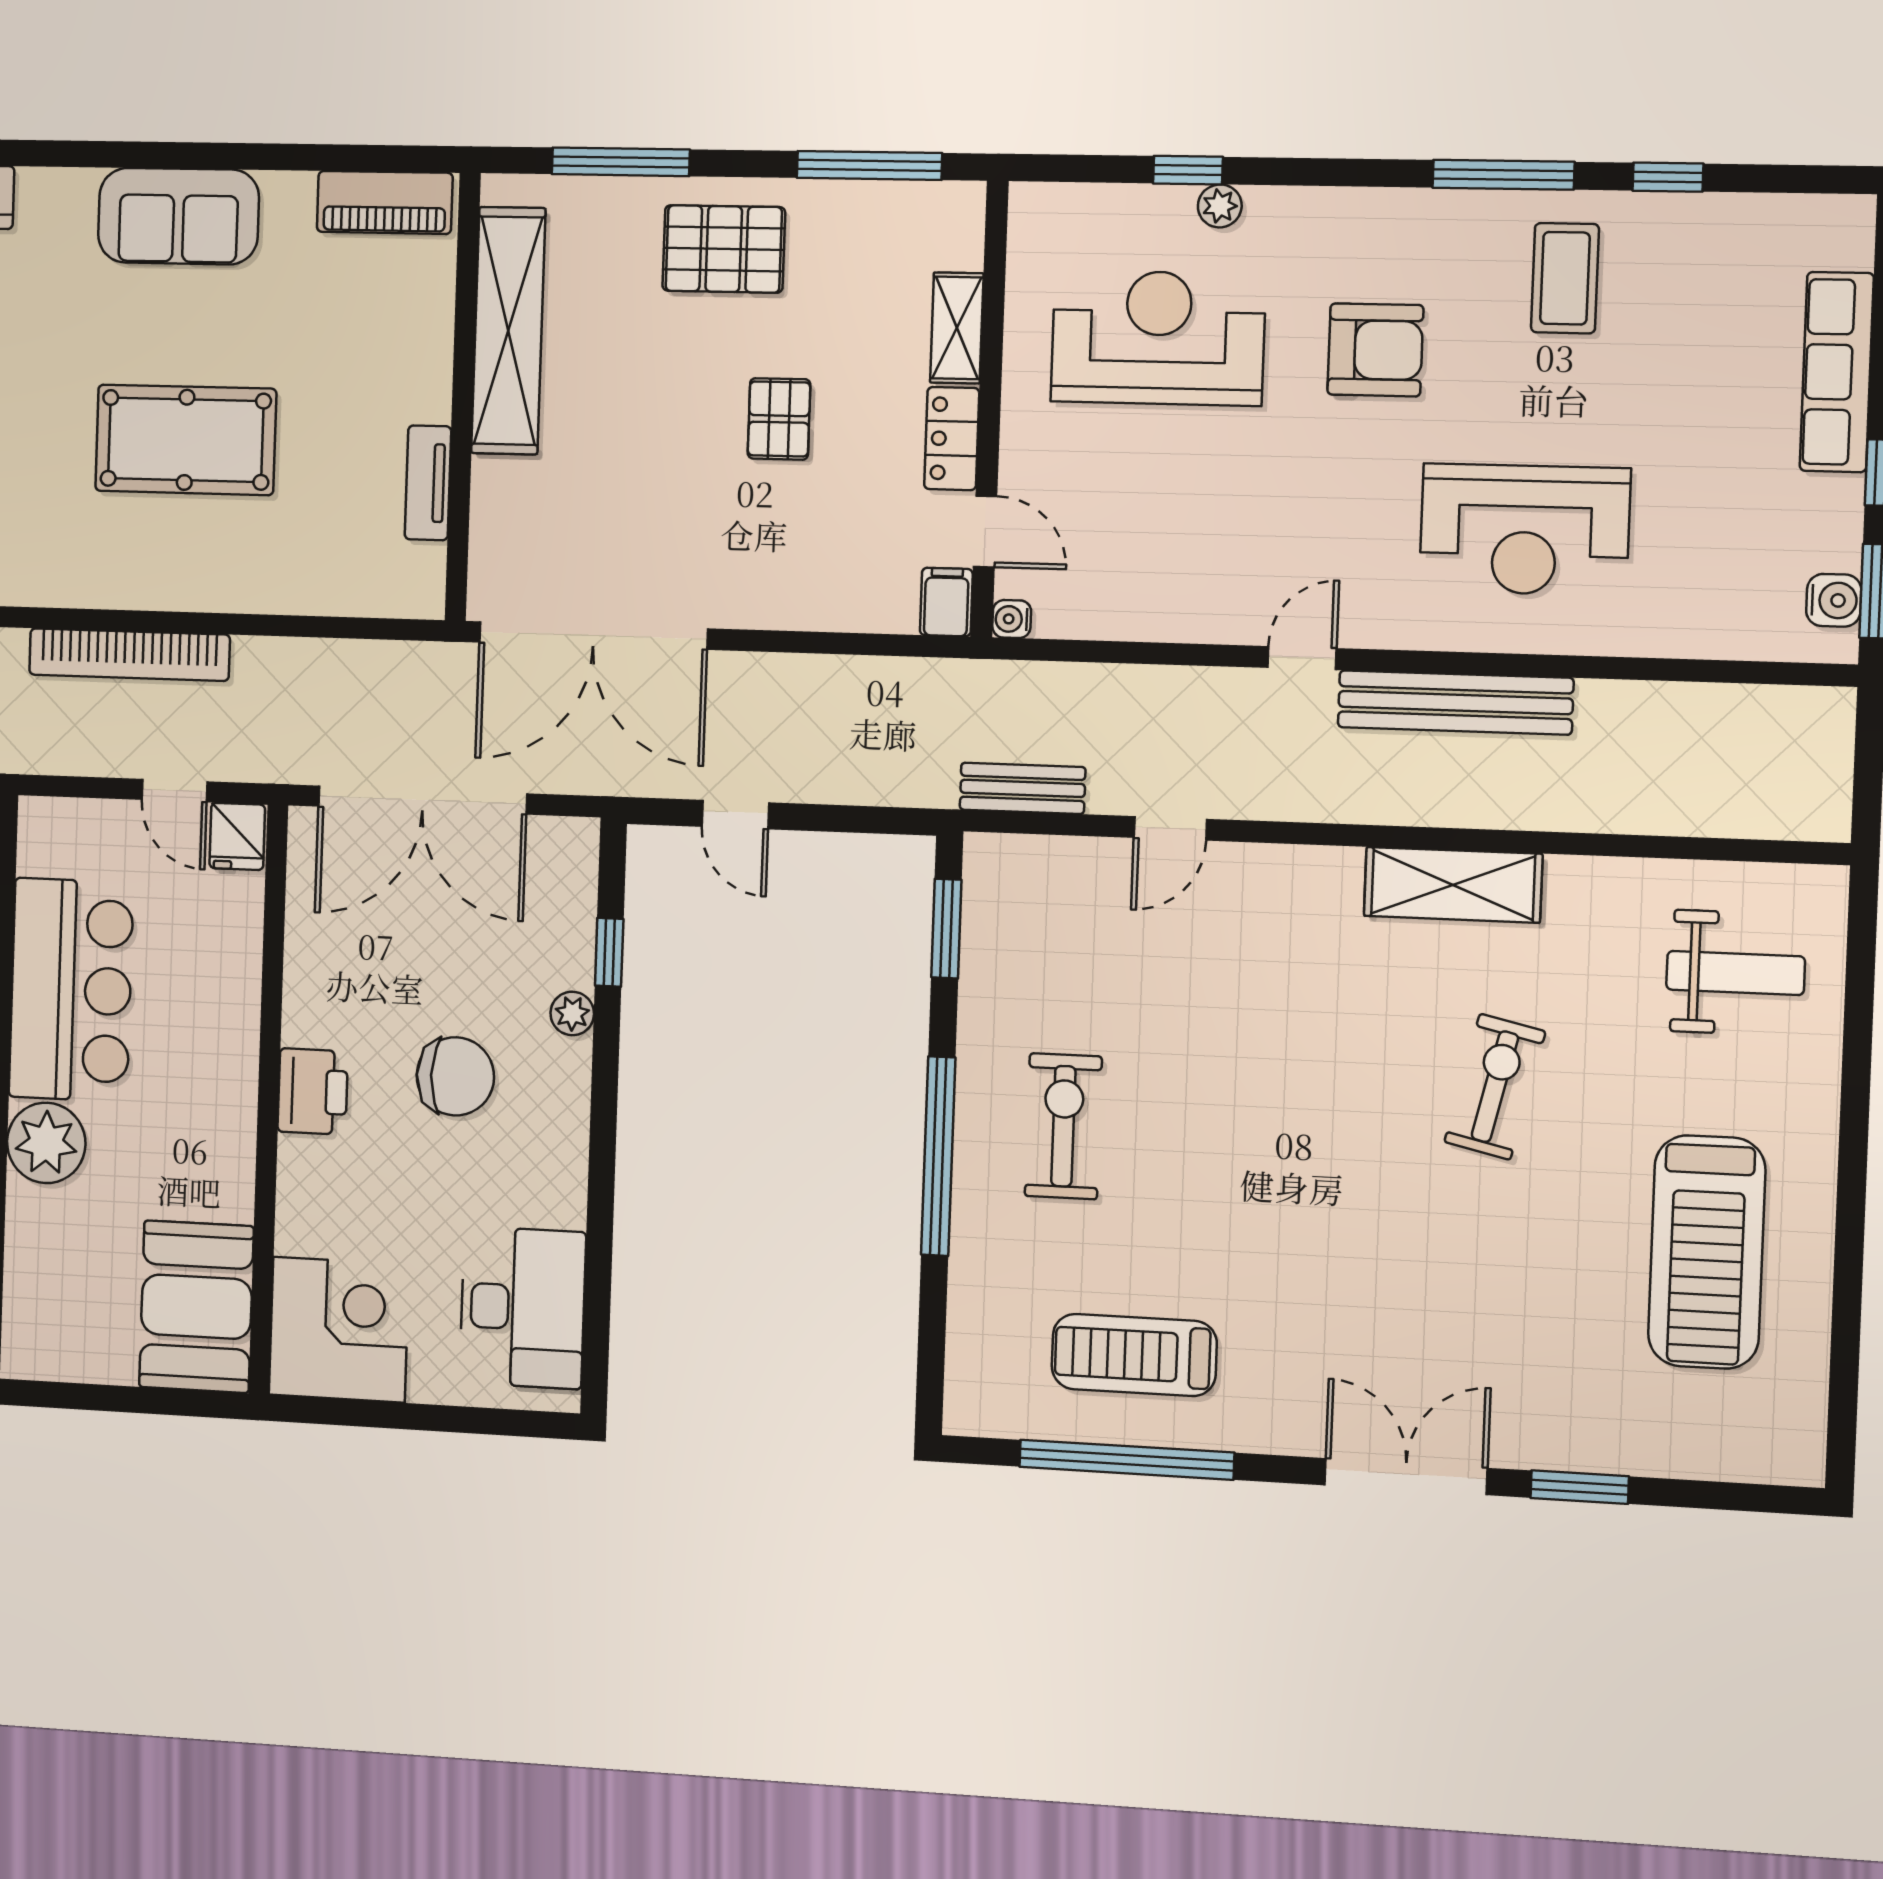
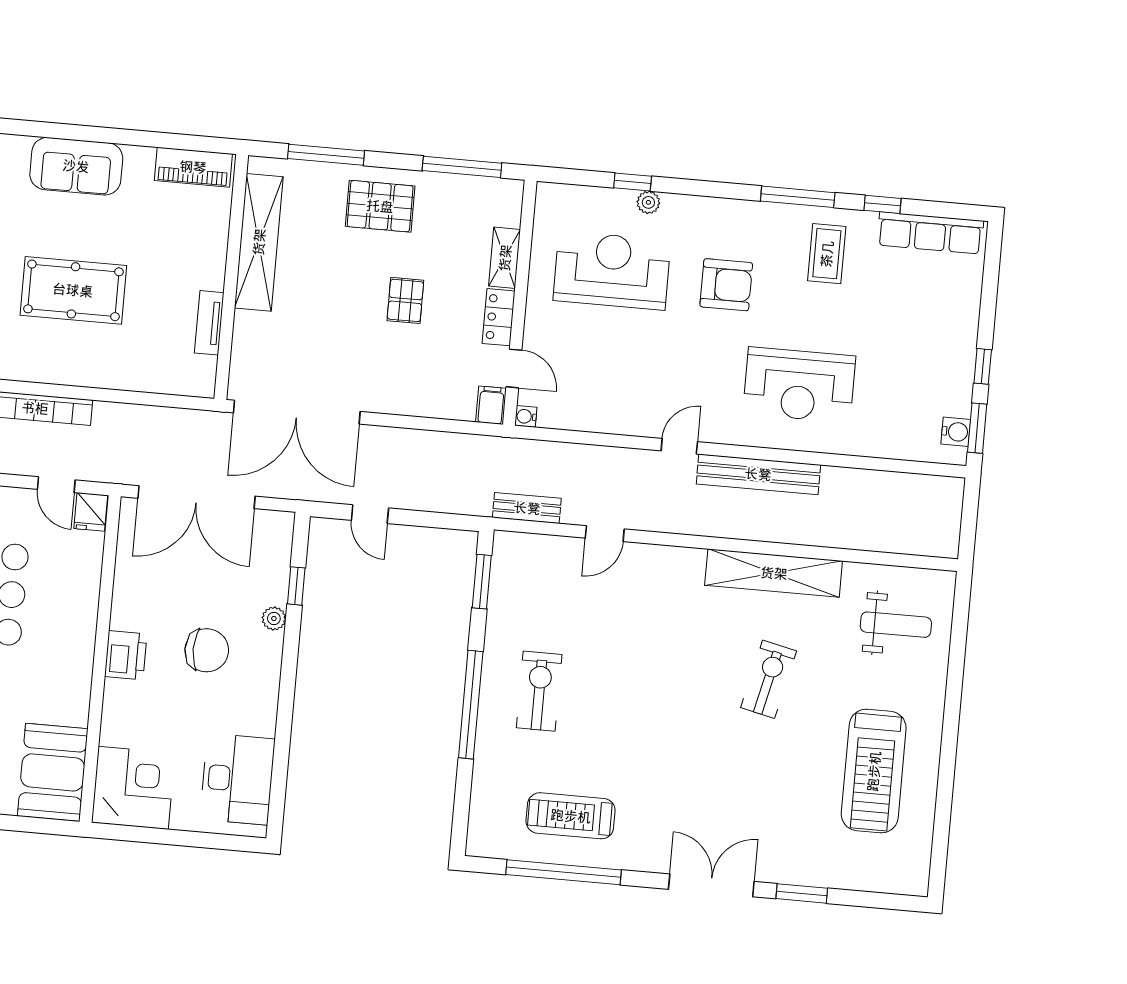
row of seats: (1837, 372) -> (930, 233), moved, turned -90
shelving: (1453, 885) -> (774, 573), width x1.47

